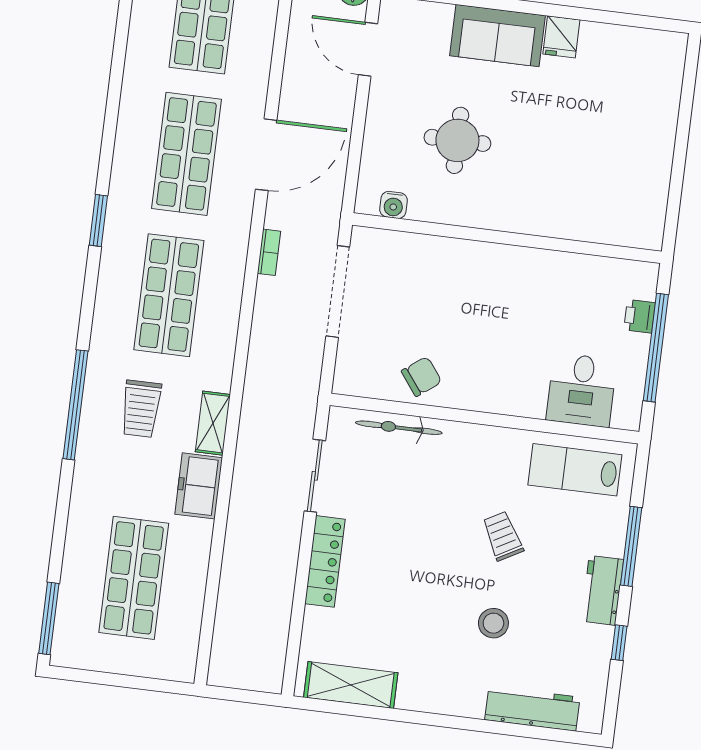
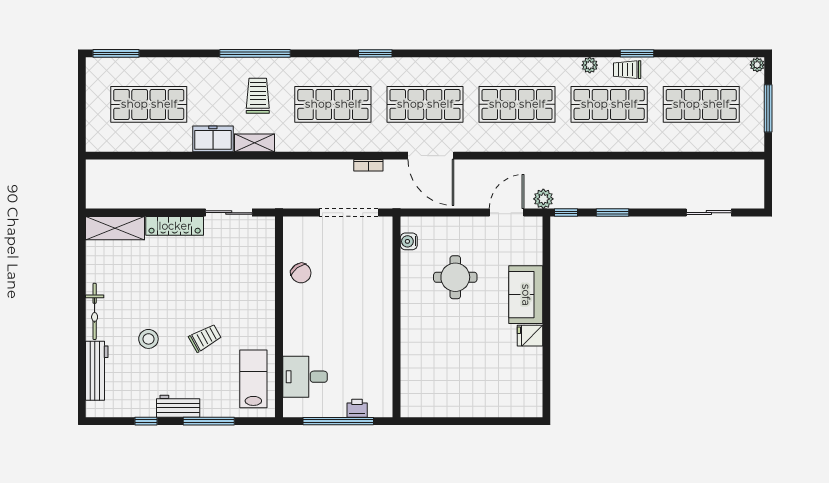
trolley: (141, 409) -> (258, 96), turned 90
bicycle: (399, 428) -> (95, 311), moved, turned 180
shelving: (351, 685) -> (115, 228), moved, turned 90

